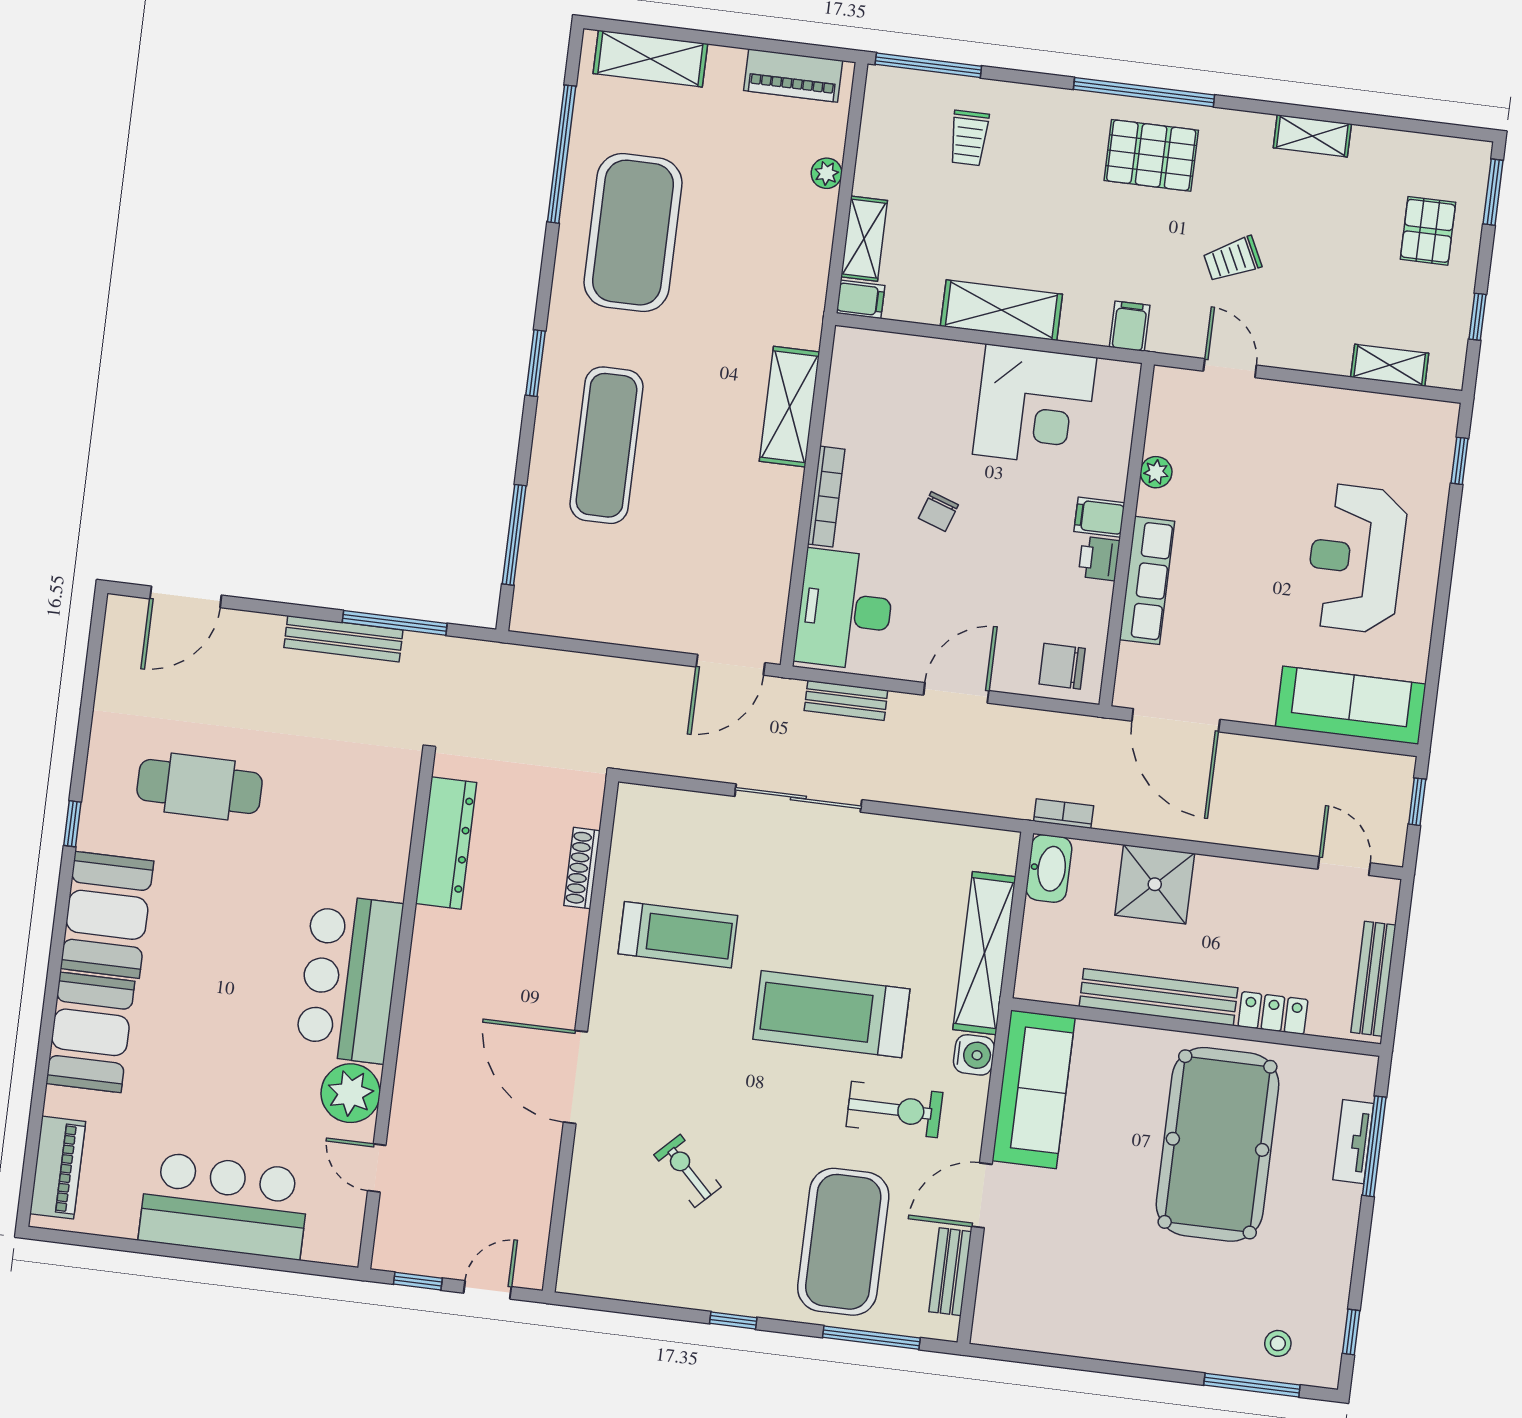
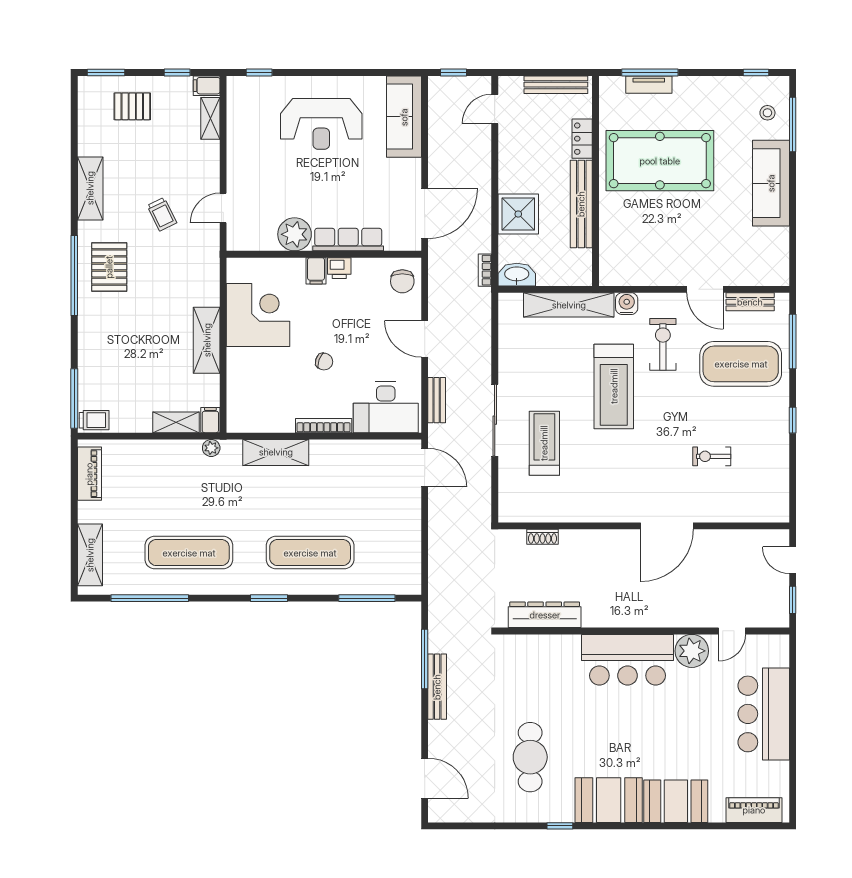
shelving: (1312, 136) -> (90, 188), width x1.50, depth x1.33
trolley: (969, 138) -> (94, 420), moved
plant: (827, 173) -> (211, 448), moved
exercise mat: (633, 233) -> (189, 553), width x0.68
filing cabinet: (1130, 326) -> (207, 86), moved
plant: (1156, 472) -> (295, 234), width x1.88, depth x1.88
shoe rack: (582, 868) -> (542, 537), width x0.70
treadmill: (678, 935) -> (544, 443), moved
sofa: (1034, 1089) -> (771, 183), moved, turned -90
exercise bike: (687, 1171) -> (712, 456), turned 45

